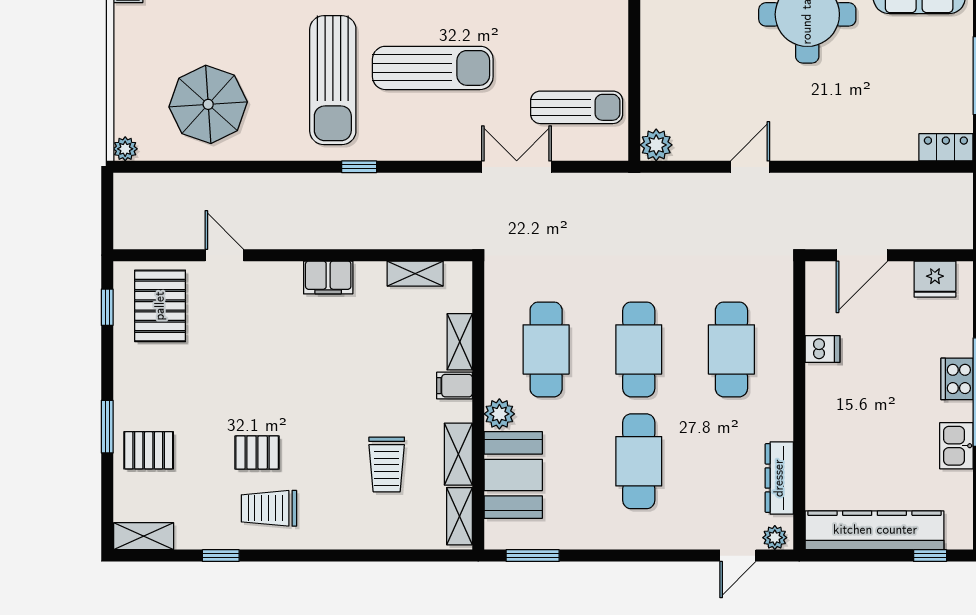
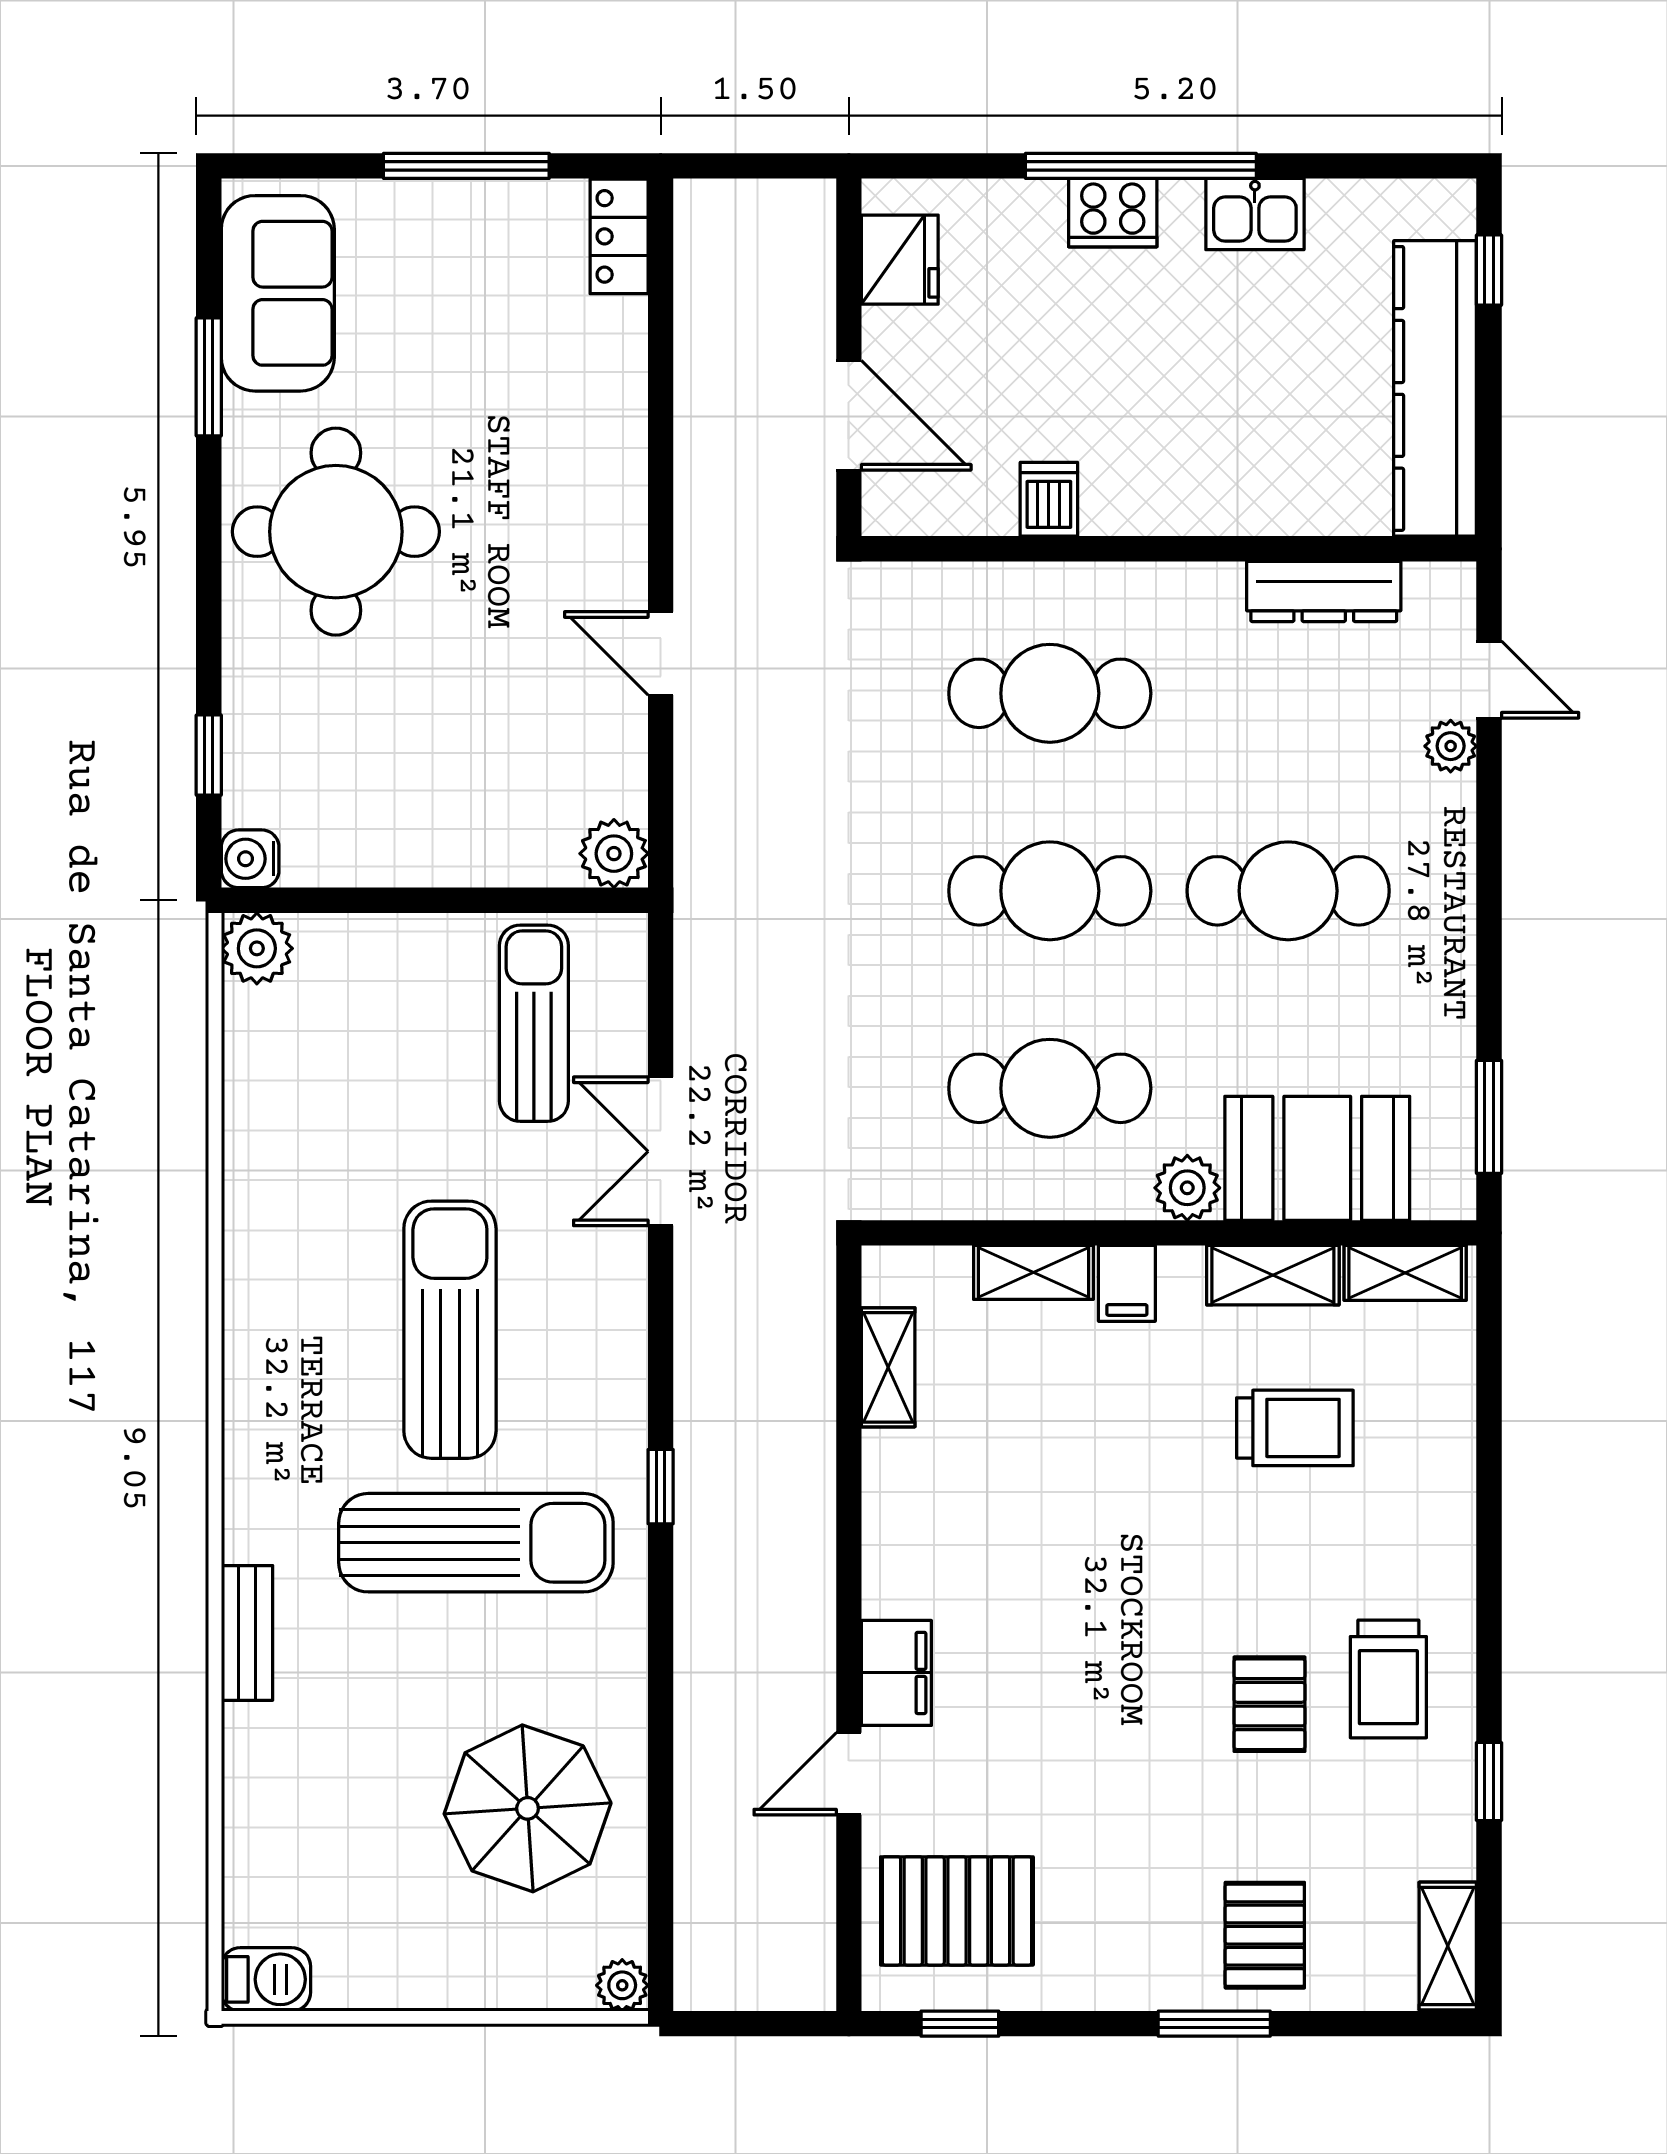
filing cabinet: (328, 277) -> (896, 1673), moved
plant: (775, 538) -> (1451, 746), moved

